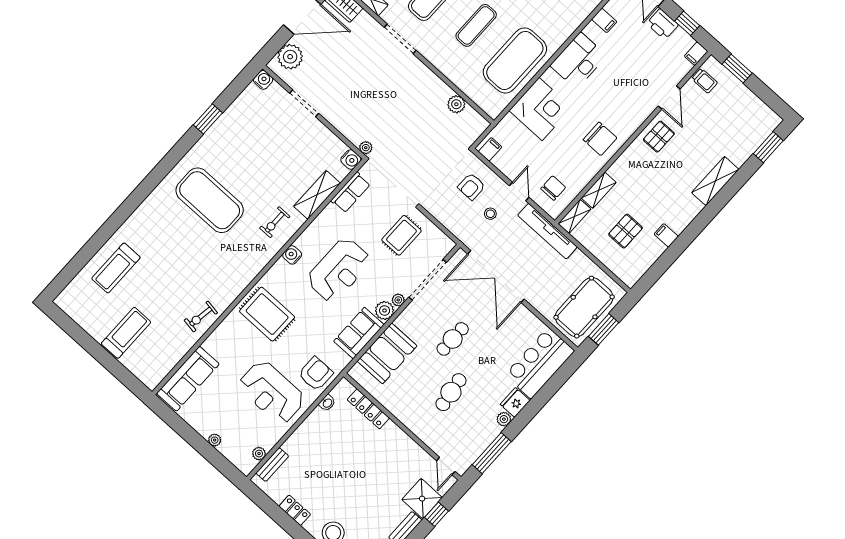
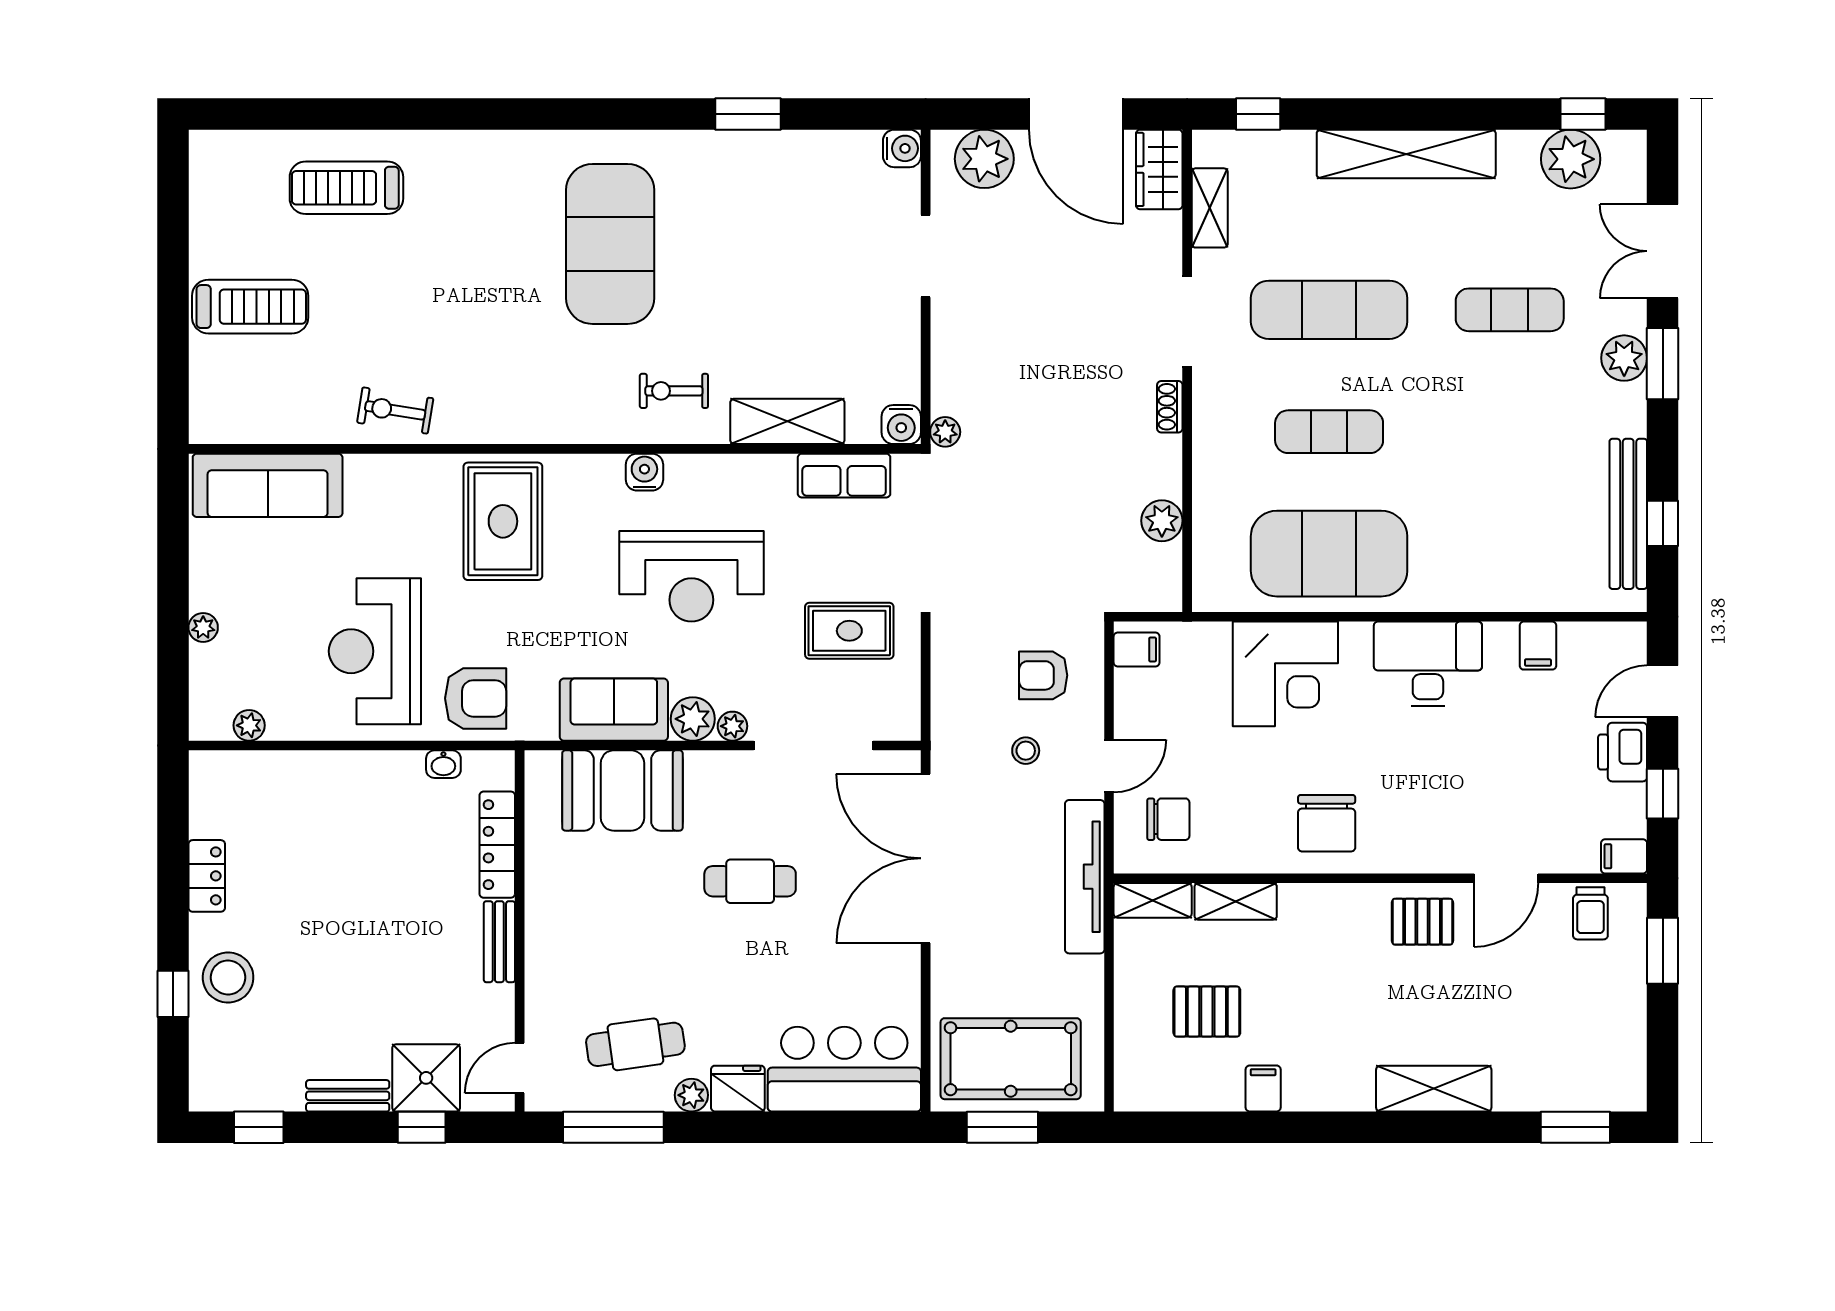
shoe rack: (422, 69) -> (1170, 407), added
cafe table: (451, 392) -> (635, 1044), moved
bench: (272, 465) -> (499, 942), moved, turned 90

